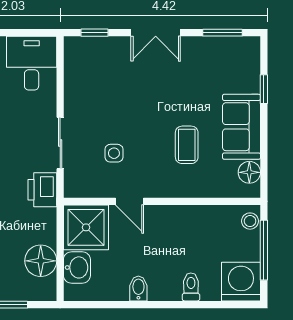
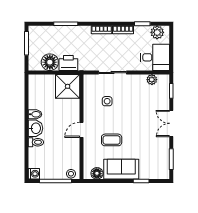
plant: (73, 69) -> (152, 80), added
printer: (42, 190) -> (68, 63), moved
door: (130, 201) -> (81, 130), moved
washbasin: (77, 267) -> (35, 128), moved, turned -90
washing machine: (241, 282) -> (34, 174), width x0.53, depth x0.53

